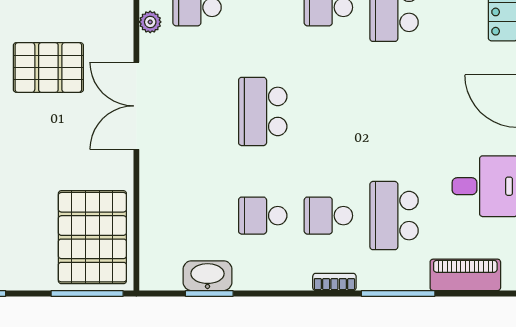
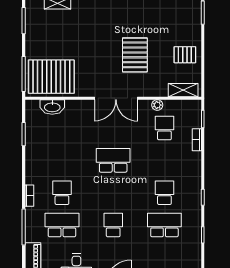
double door: (136, 106) -> (116, 98), swing flipped
school desk: (263, 216) -> (113, 225), moved
washbasin: (208, 276) -> (52, 107), moved, turned 90

